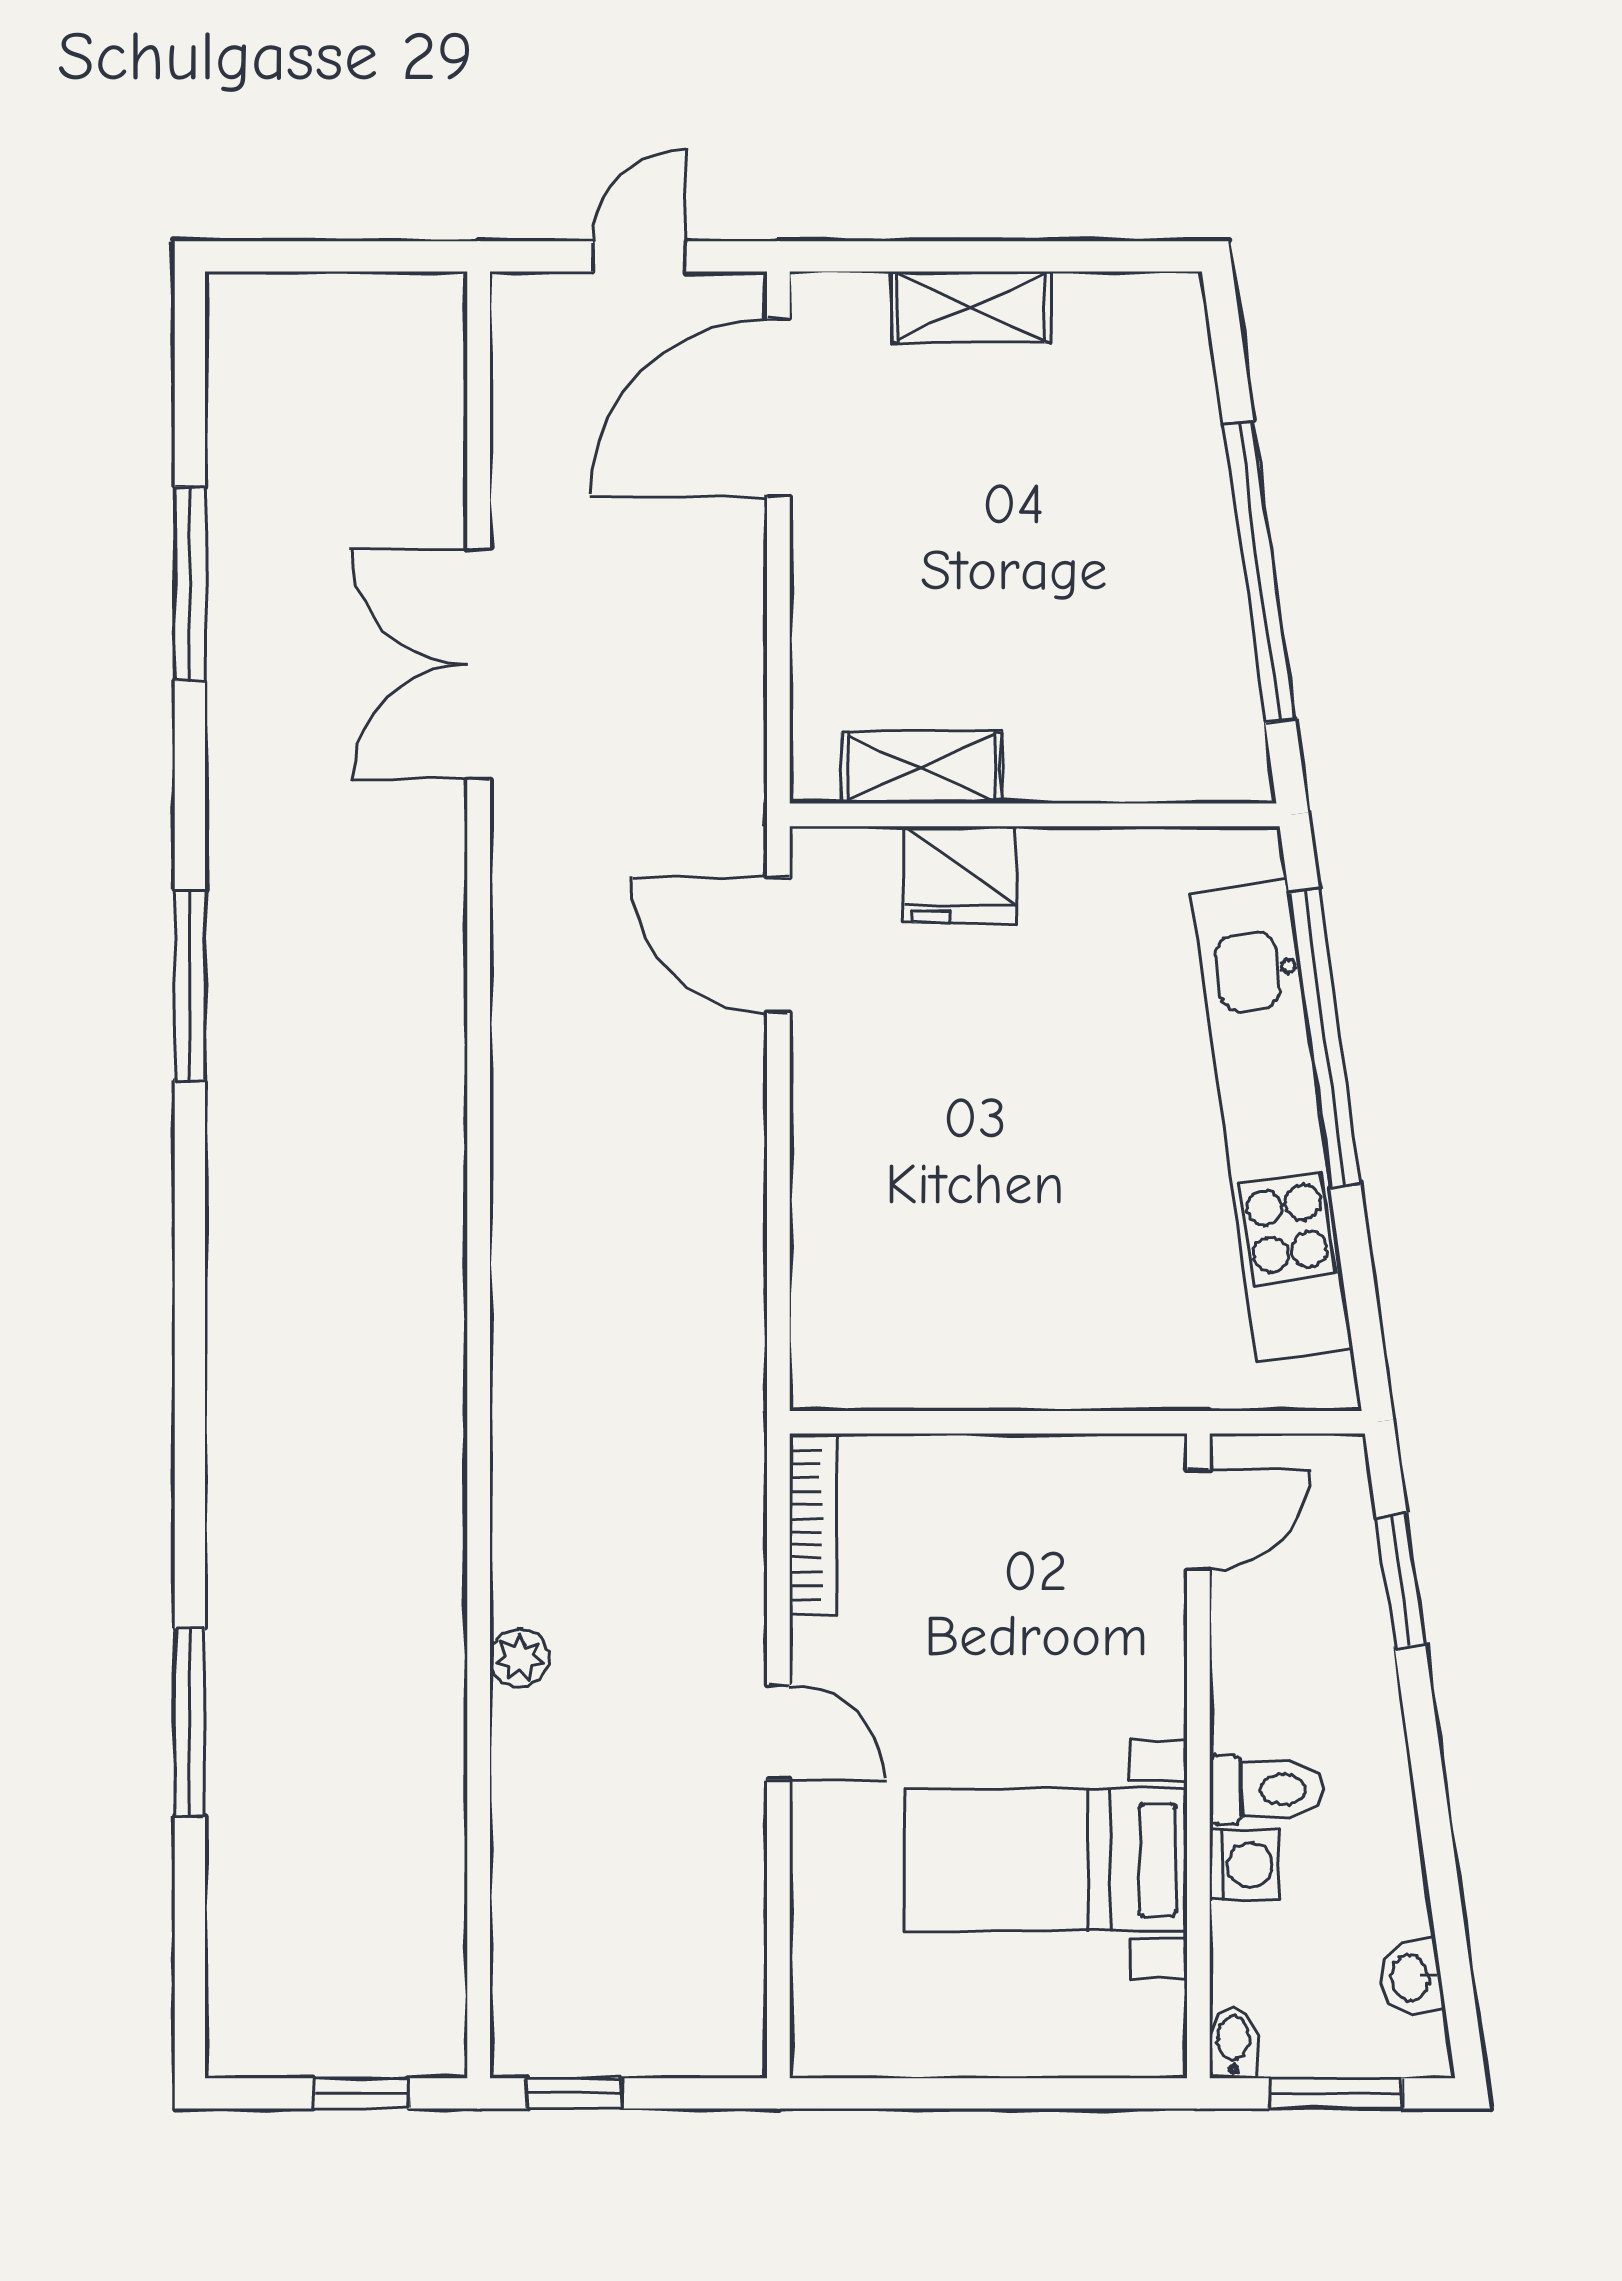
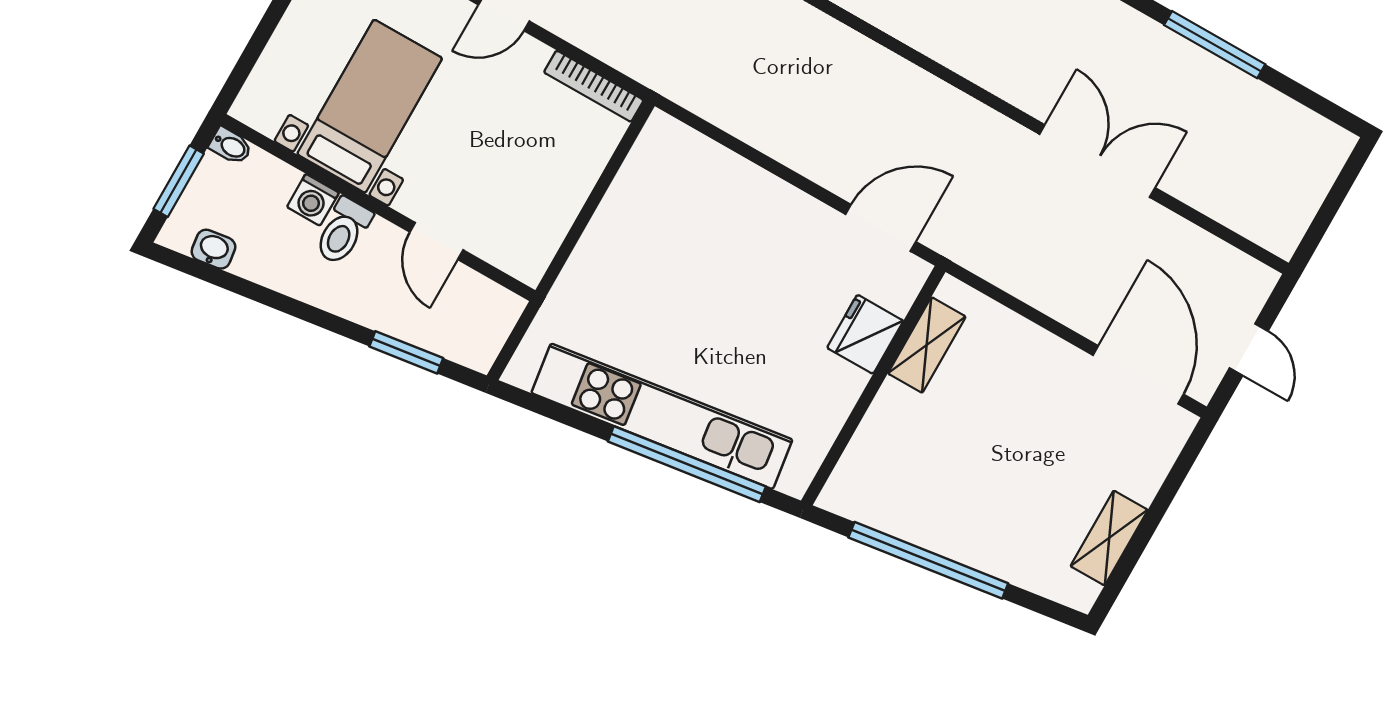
shelving: (971, 307) -> (1109, 538), moved
door: (1198, 1520) -> (436, 241), moved

